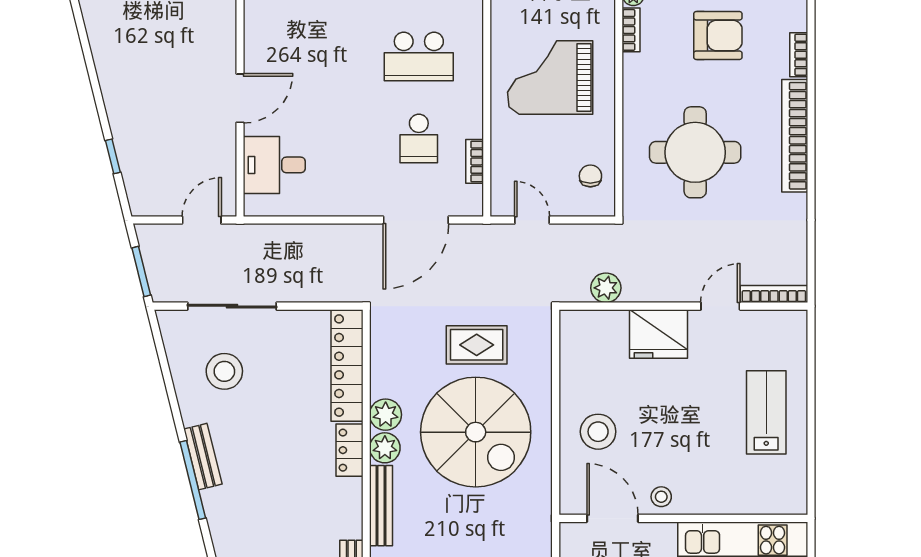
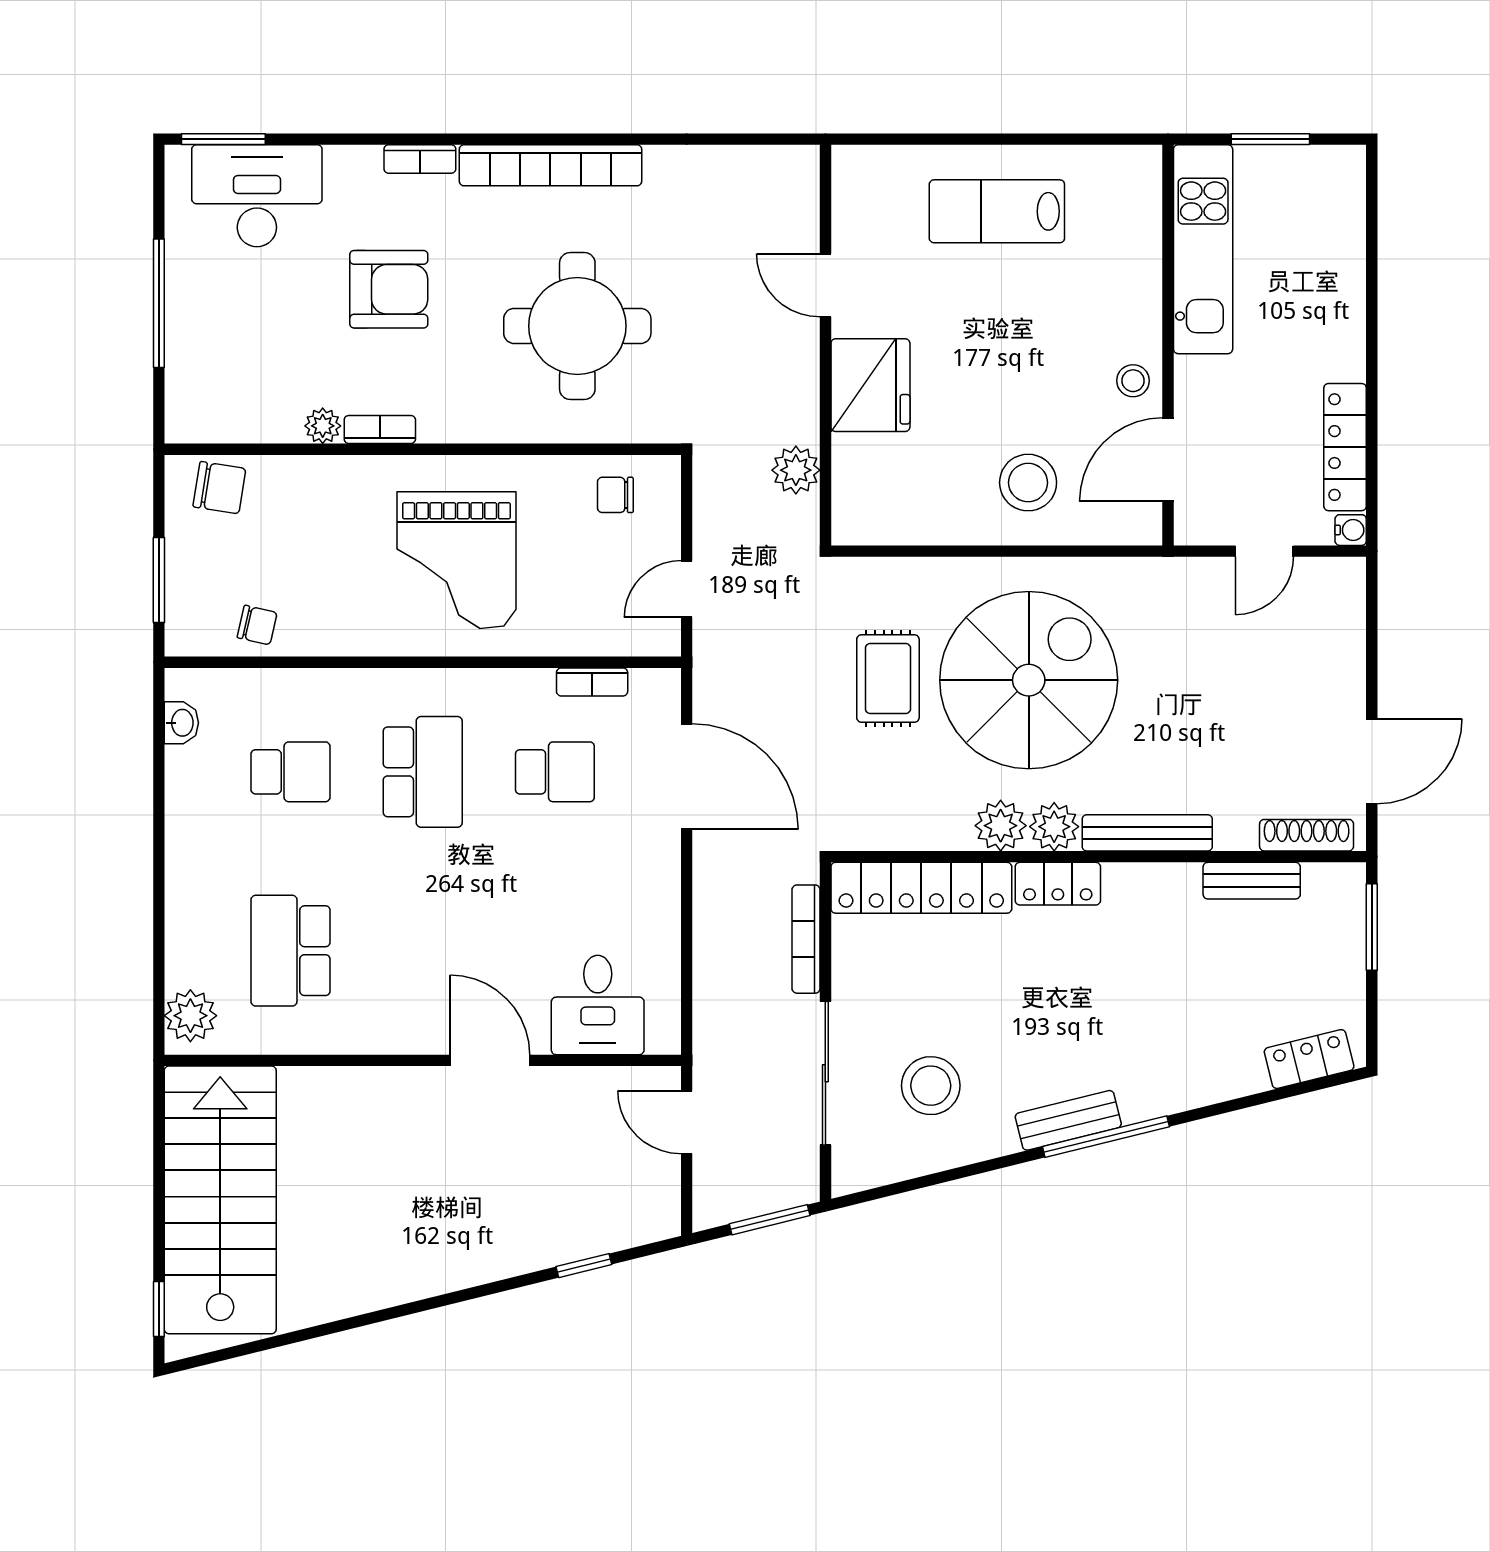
armchair: (718, 36) -> (389, 289), turned 90
bookcase: (774, 294) -> (806, 939), moved

